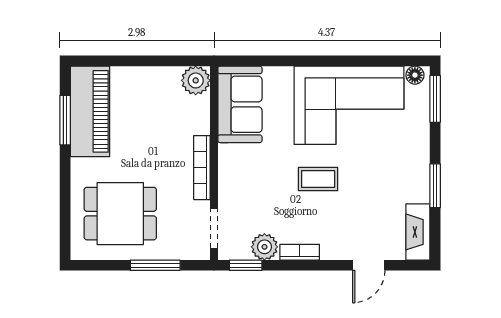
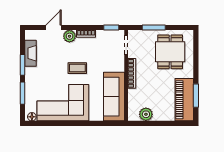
plant: (196, 80) -> (146, 114), moved
window: (435, 99) -> (22, 93), moved
sofa: (240, 104) -> (114, 97), width x1.36
dining table: (120, 214) -> (170, 52), turned 90
fireplace: (418, 232) -> (30, 53), moved
plant: (264, 247) -> (69, 36), moved

